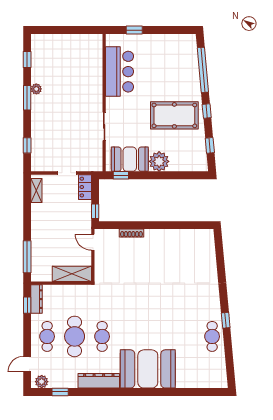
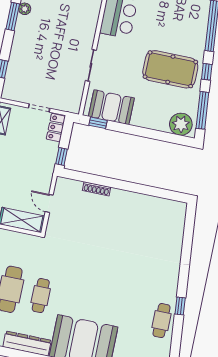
window: (210, 145) -> (202, 110), width x2.17
plant: (159, 161) -> (181, 124), moved
door: (93, 242) -> (49, 203), moved

